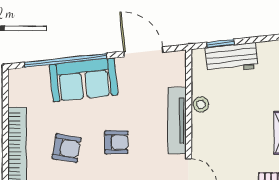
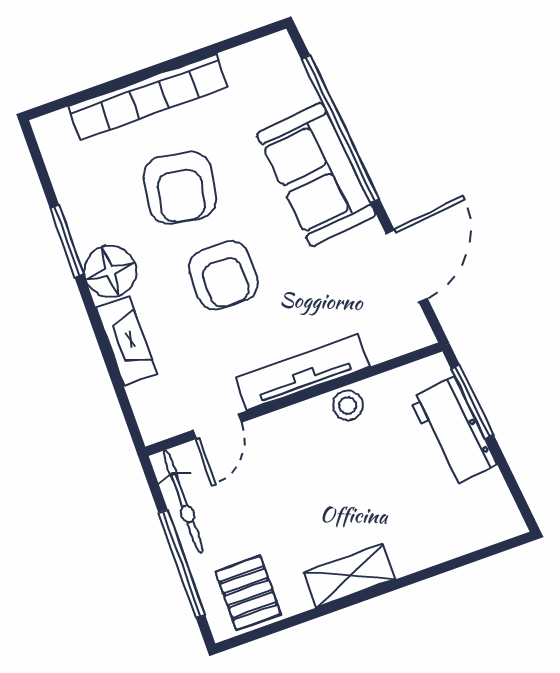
window: (221, 43) -> (472, 402), width x1.50
armchair: (116, 142) -> (223, 275), width x1.38, depth x1.38
armchair: (67, 148) -> (180, 188), width x1.38, depth x1.38

